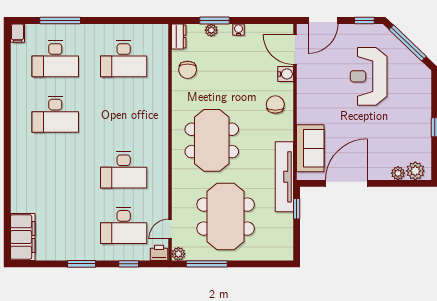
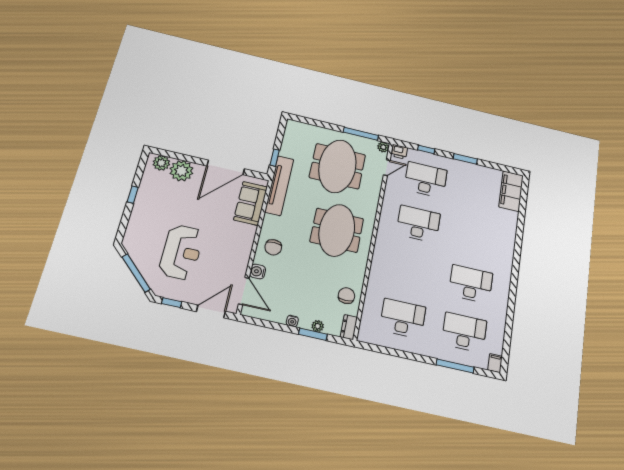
plant: (398, 173) -> (181, 171), width x1.88, depth x1.88

